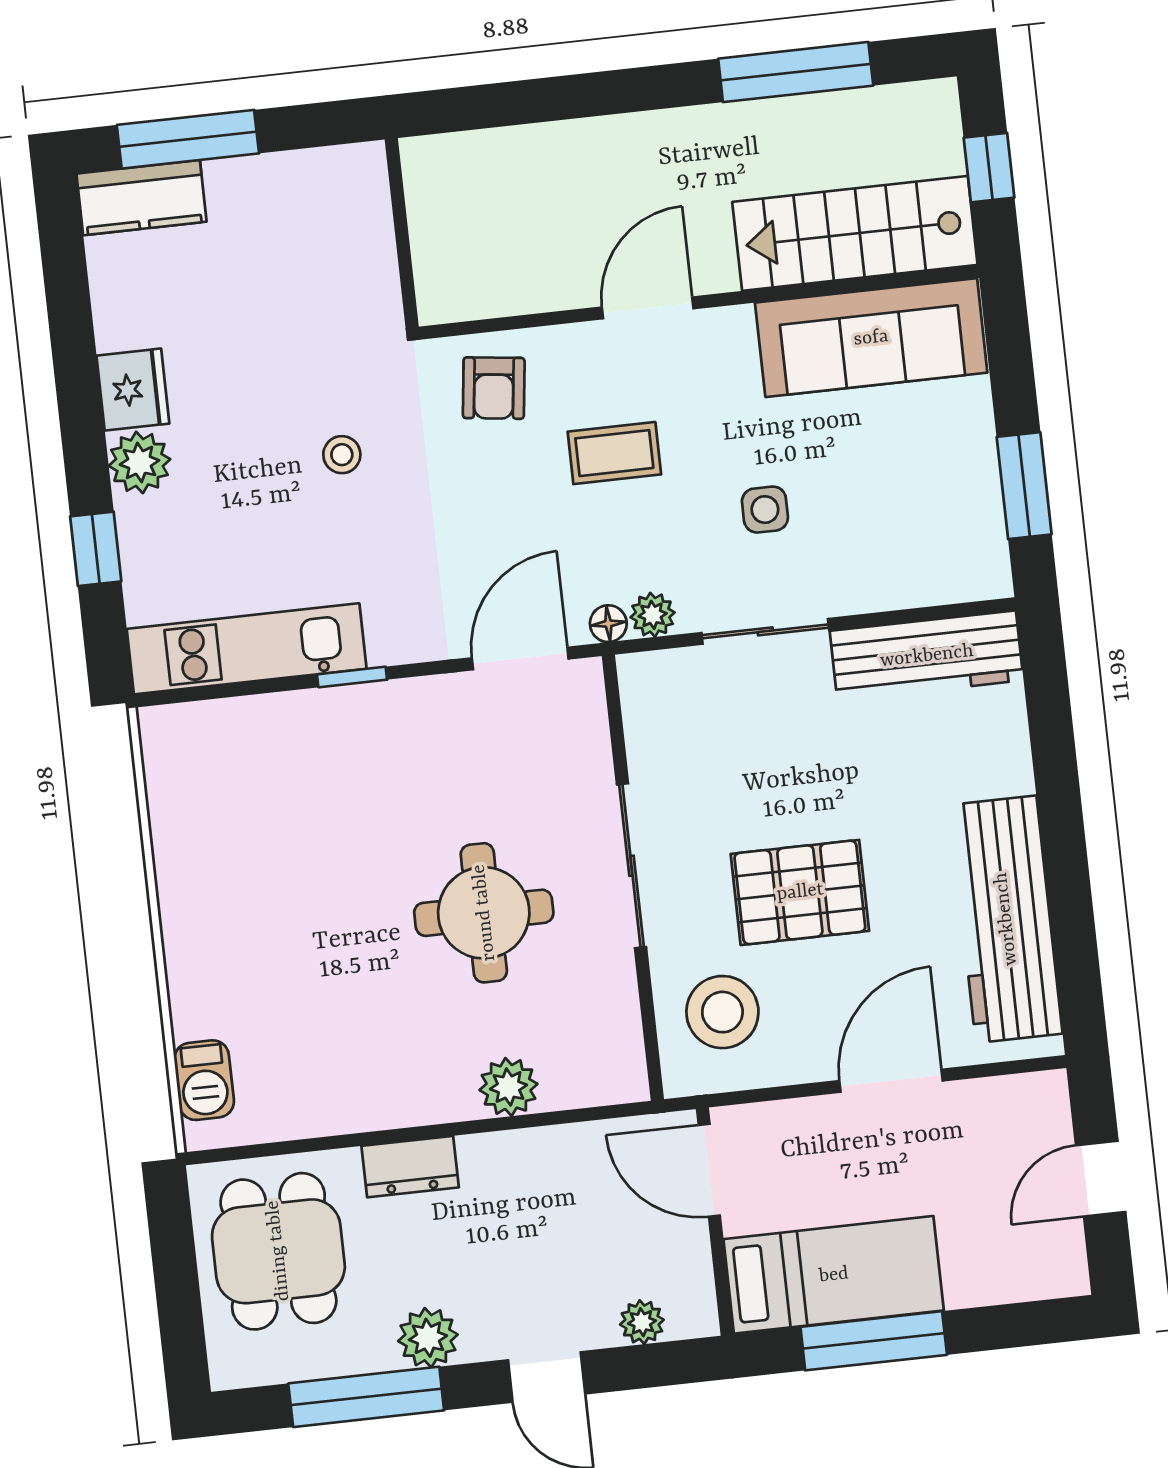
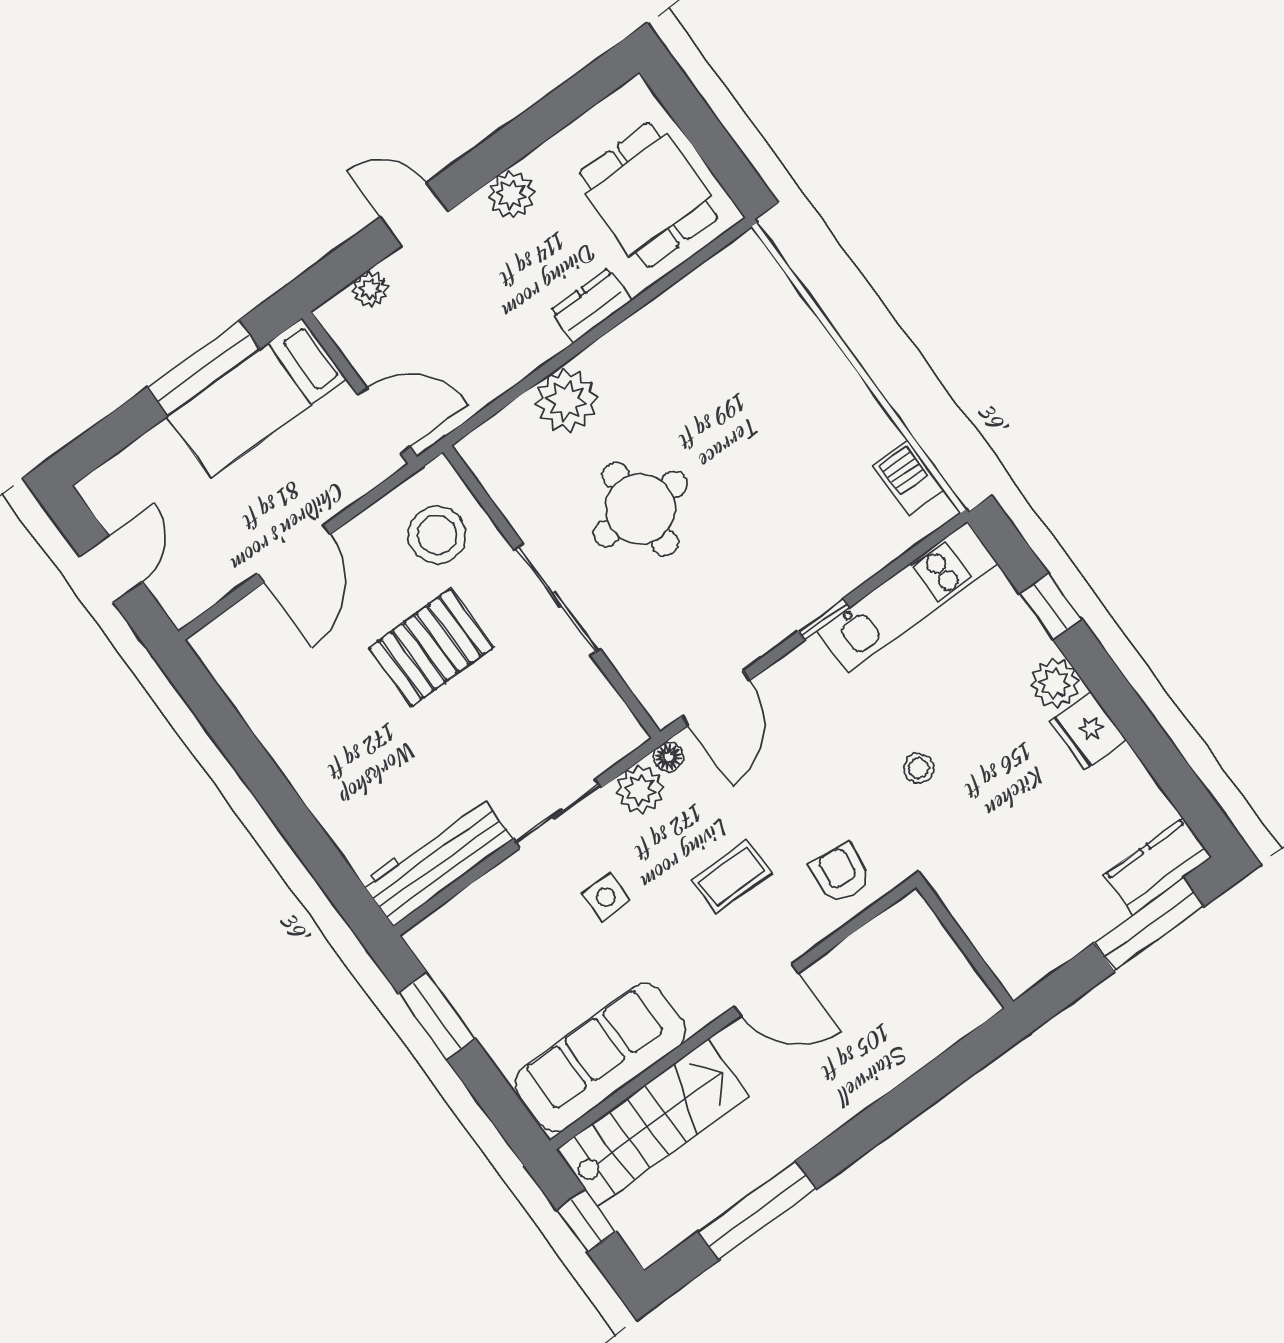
door: (648, 308) -> (766, 990), hinge flipped
plant: (653, 615) -> (640, 790), width x1.38, depth x1.38
workbench: (1006, 919) -> (278, 710), removed
barbecue: (204, 1080) -> (909, 478), moved
plant: (508, 1087) -> (566, 401), width x1.36, depth x1.36
window: (366, 1397) -> (530, 130), removed

